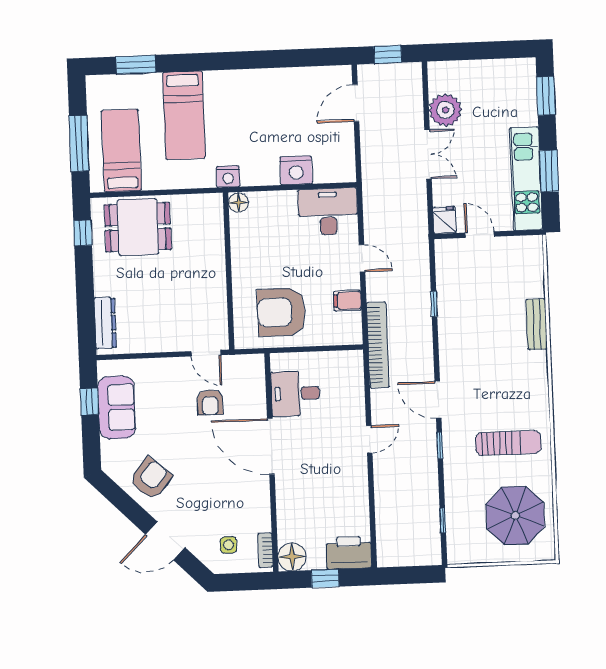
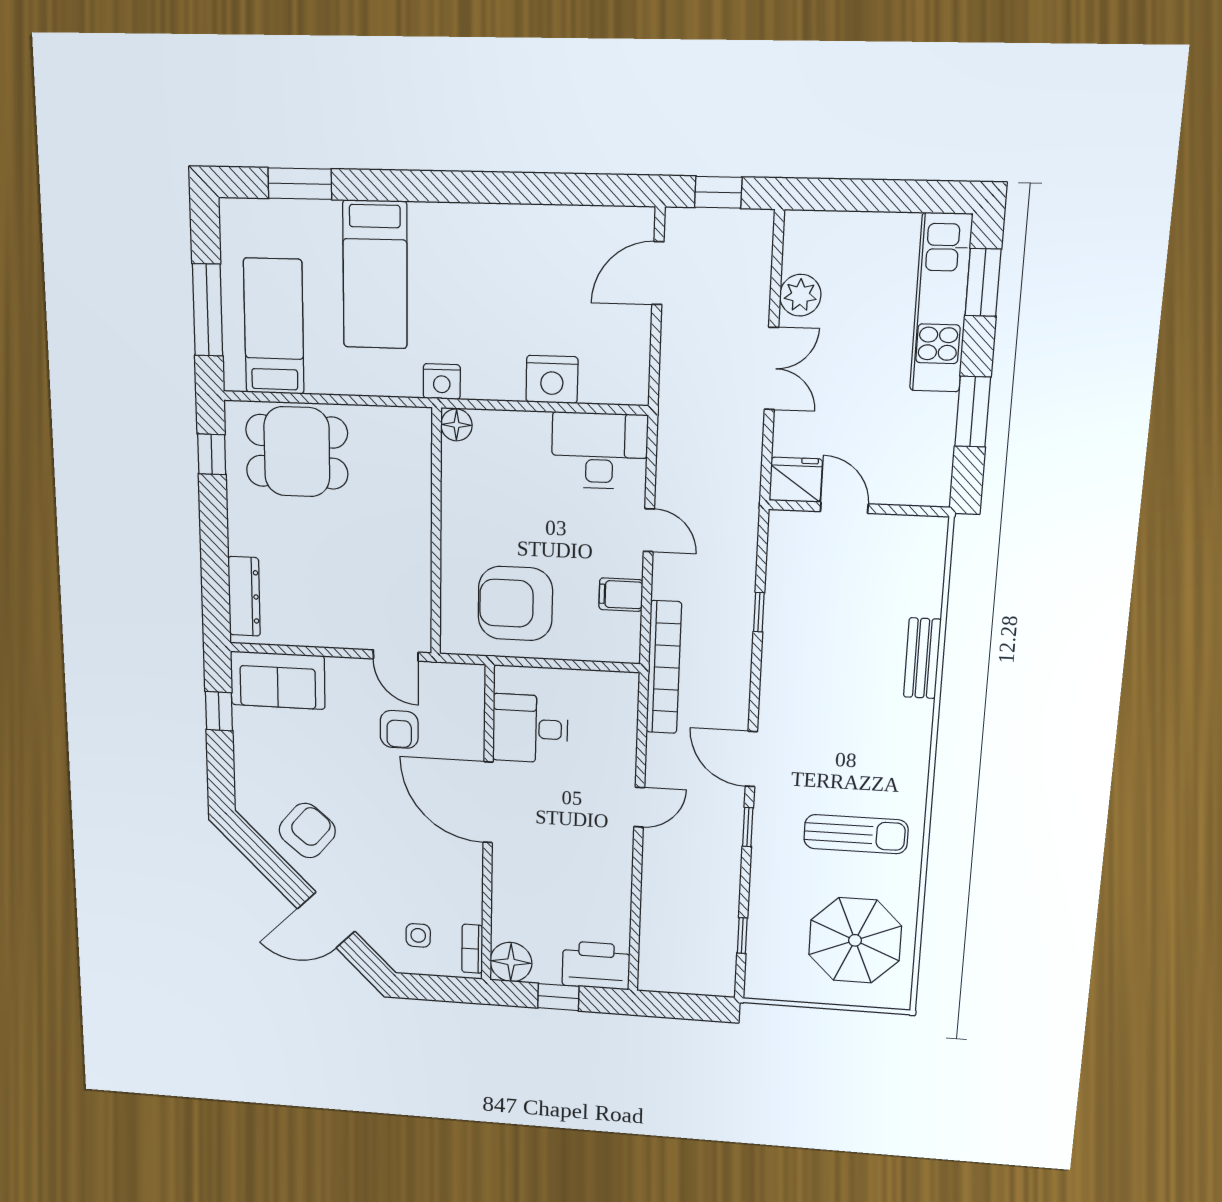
plant: (445, 110) -> (800, 295), width x0.73, depth x0.73
kitchen unit: (526, 179) -> (941, 303), moved
fridge: (445, 220) -> (796, 480), width x1.38
sofa: (117, 407) -> (278, 680), moved, turned 90

